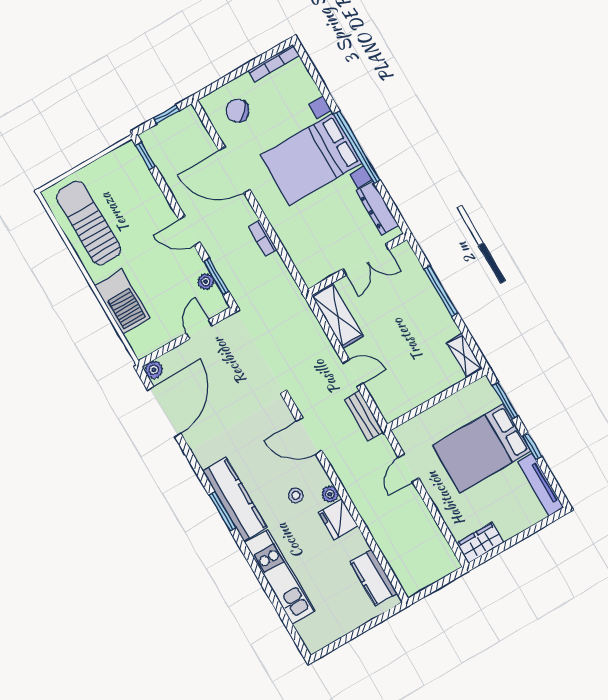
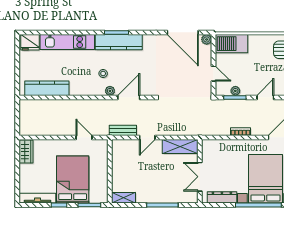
barbecue: (122, 302) -> (232, 44), moved
plant: (330, 494) -> (110, 91), moved
fridge: (338, 519) -> (30, 42), moved, turned 180
kitchen counter: (374, 578) -> (47, 88), width x1.50

